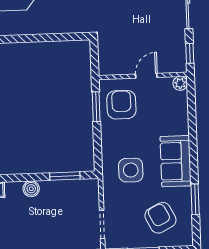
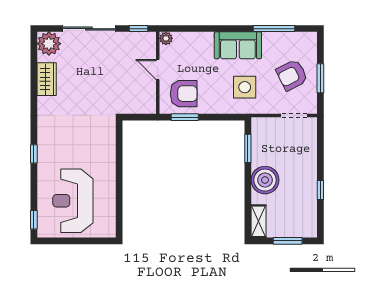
armchair: (121, 105) -> (184, 94), turned 180
boiler: (31, 189) -> (265, 180), width x1.86, depth x1.86
window: (195, 199) -> (274, 29), width x1.44
armchair: (160, 218) -> (292, 75), moved

